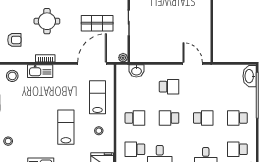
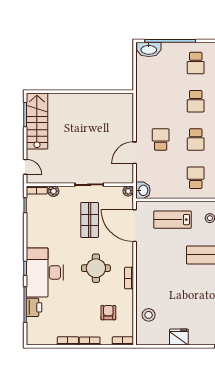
round table: (47, 21) -> (96, 268), moved
door: (193, 63) -> (135, 153), moved
kitchen sink: (40, 71) -> (143, 284), removed
washbasin: (136, 71) -> (143, 190), moved
school desk: (203, 118) -> (196, 101), turned 180

